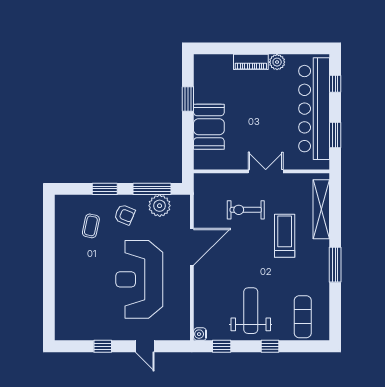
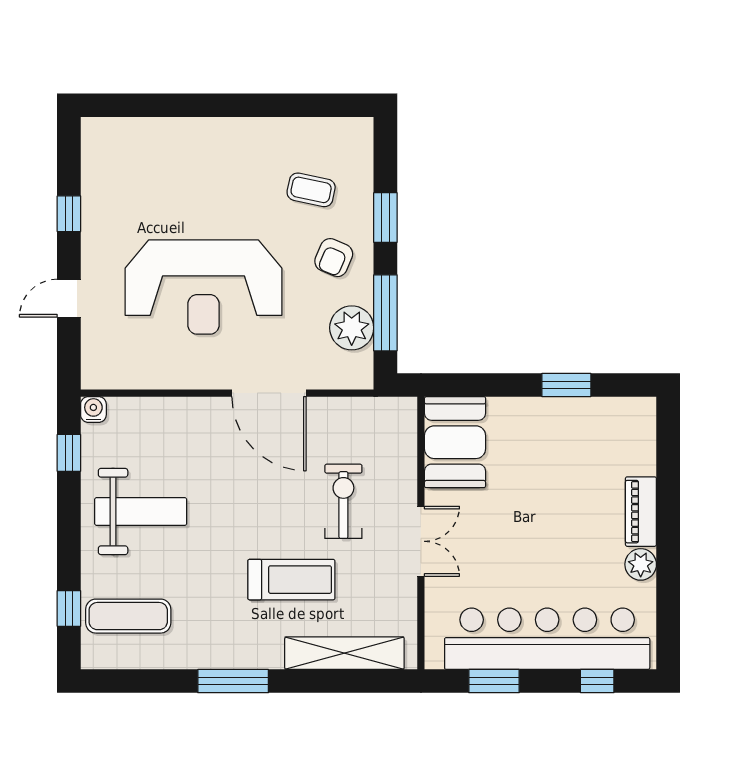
booth: (209, 127) -> (455, 442), moved, turned 90
reception desk: (139, 279) -> (204, 287), turned 180
window: (270, 346) -> (69, 608), moved

